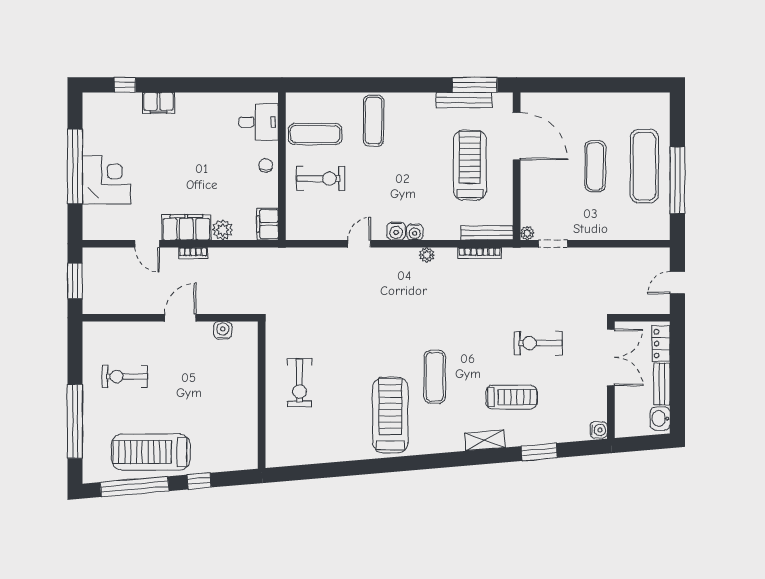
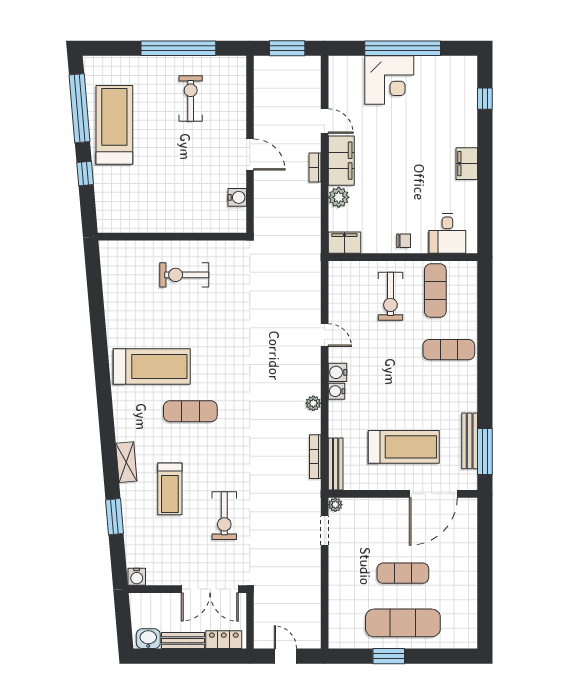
filing cabinet: (159, 103) -> (467, 164), moved
window: (677, 180) -> (389, 656), width x0.47
door: (147, 244) -> (325, 121), swing flipped
exercise bike: (538, 343) -> (224, 516), turned 180
window: (75, 421) -> (178, 48), moved

